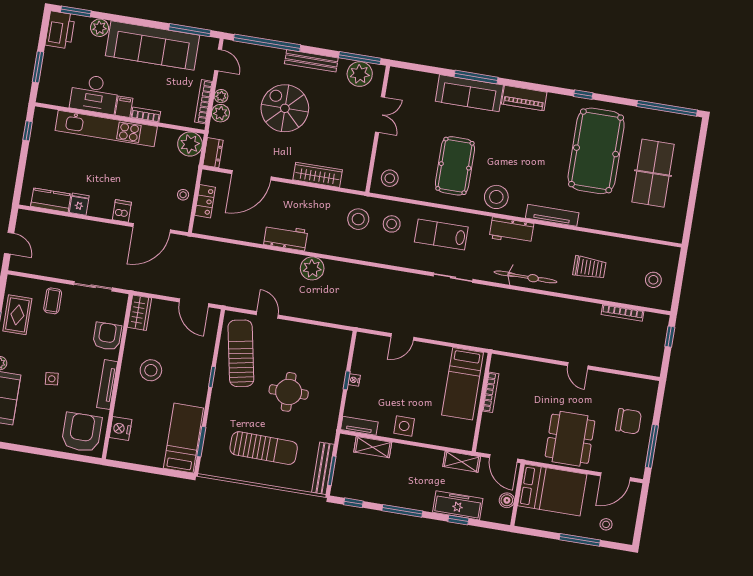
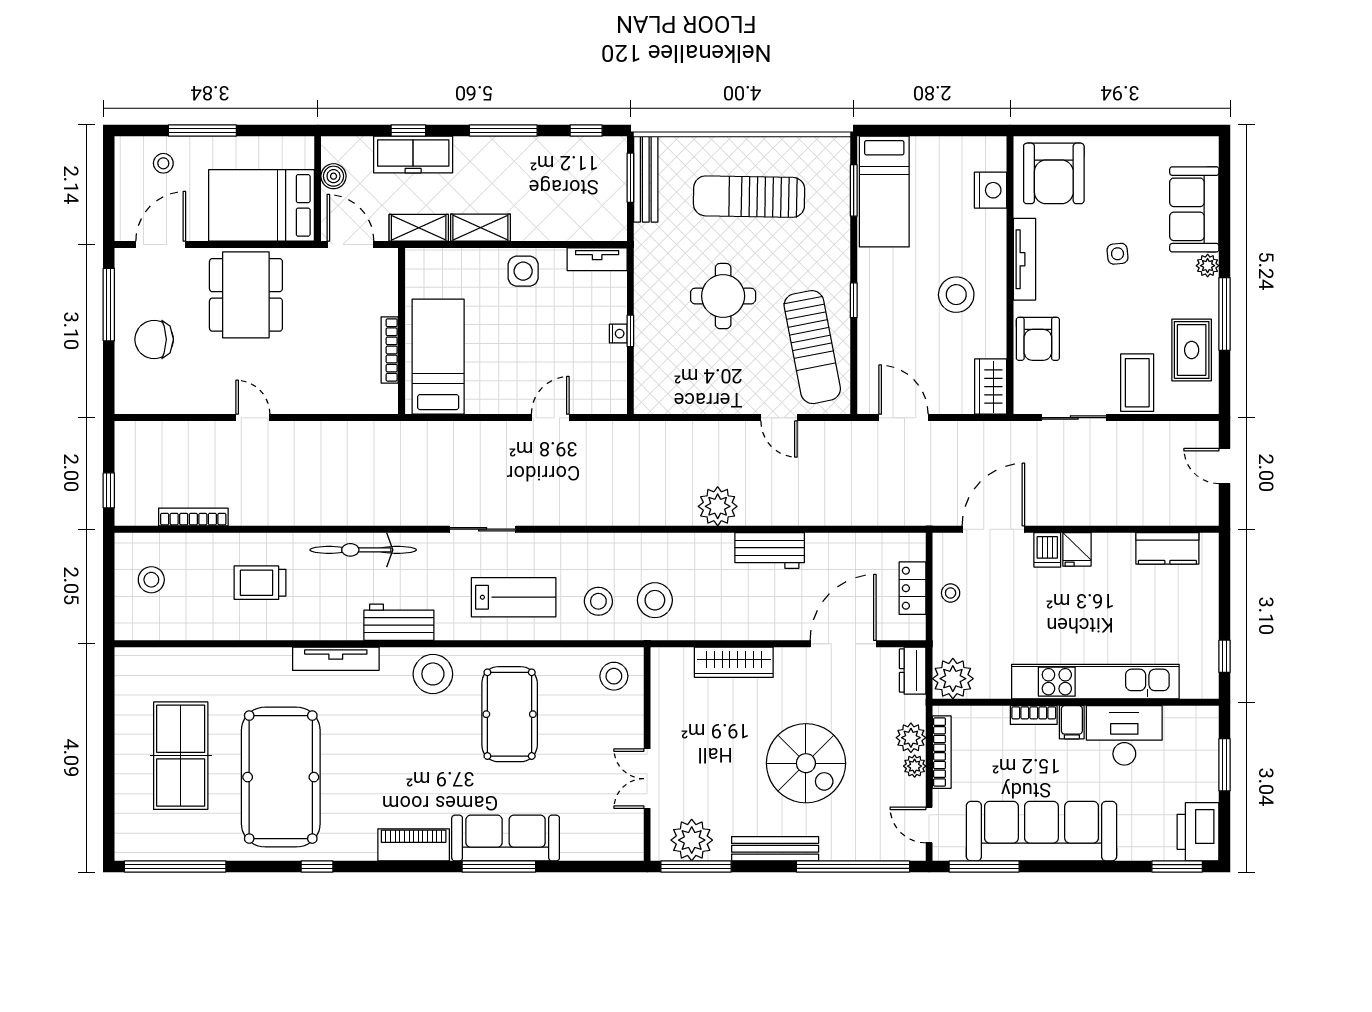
plant: (100, 28) -> (1134, 846), removed
fridge: (79, 204) -> (1077, 549), moved
coffee table: (53, 301) -> (1137, 383), width x1.36, depth x1.30
shelving: (373, 447) -> (480, 228), moved

